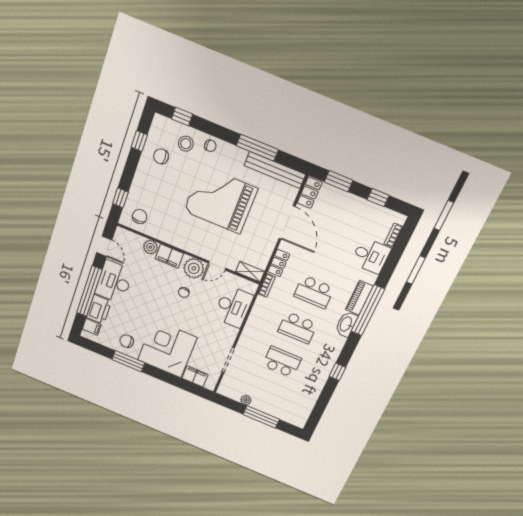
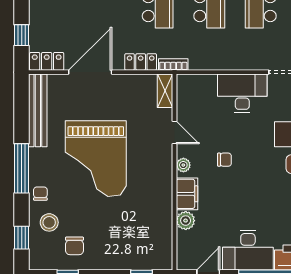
window: (257, 148) -> (22, 168), moved
window: (338, 181) -> (22, 35), width x0.67
chair: (140, 217) -> (154, 247), removed
plant: (194, 268) -> (183, 165), width x0.53, depth x0.53
desk: (233, 307) -> (242, 93), moved

